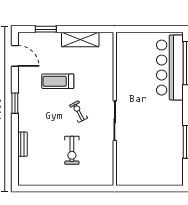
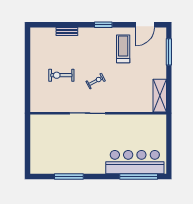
window: (46, 29) -> (169, 52), width x1.44
shelving: (80, 39) -> (160, 96), moved
treadmill: (58, 81) -> (123, 49), moved

